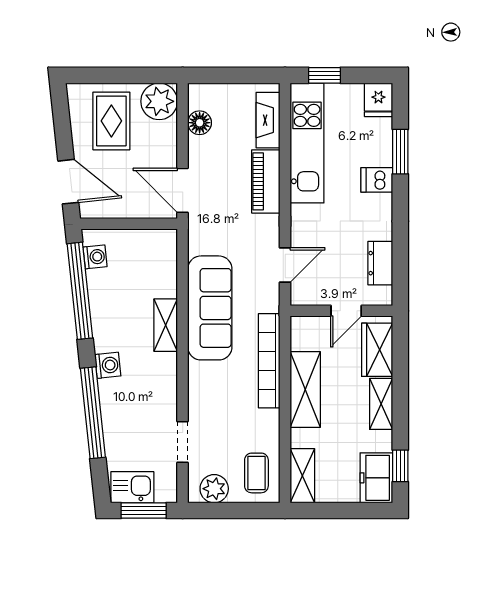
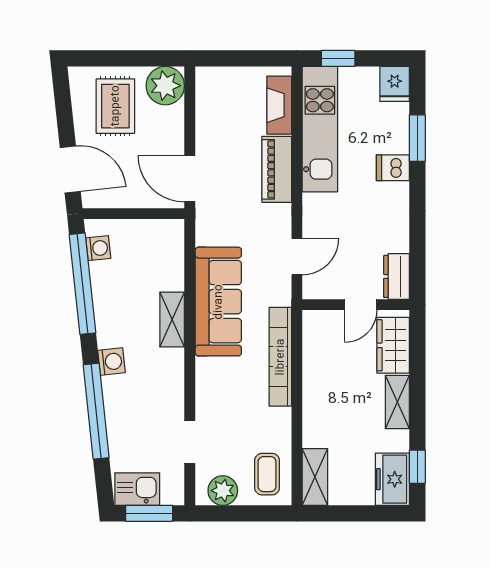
floor lamp: (200, 123) -> (208, 108), removed
dresser: (380, 263) -> (396, 276), moved
shelving: (305, 390) -> (318, 387), removed

